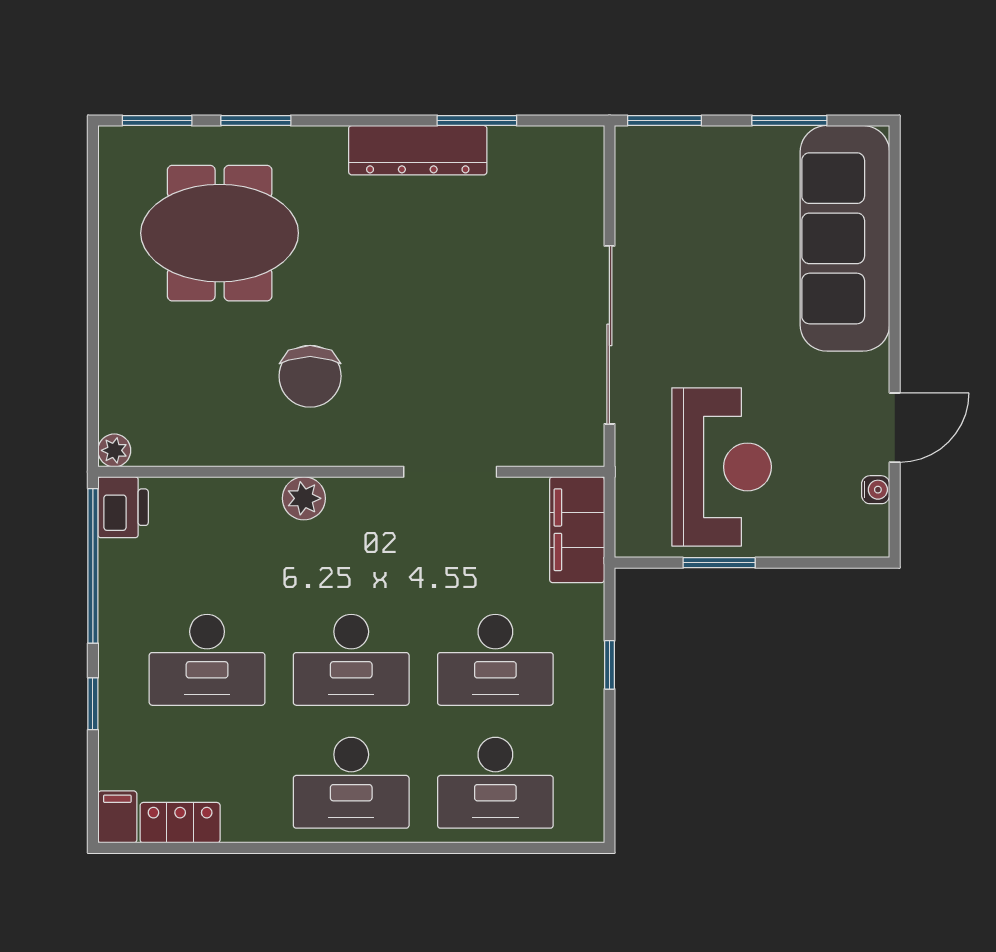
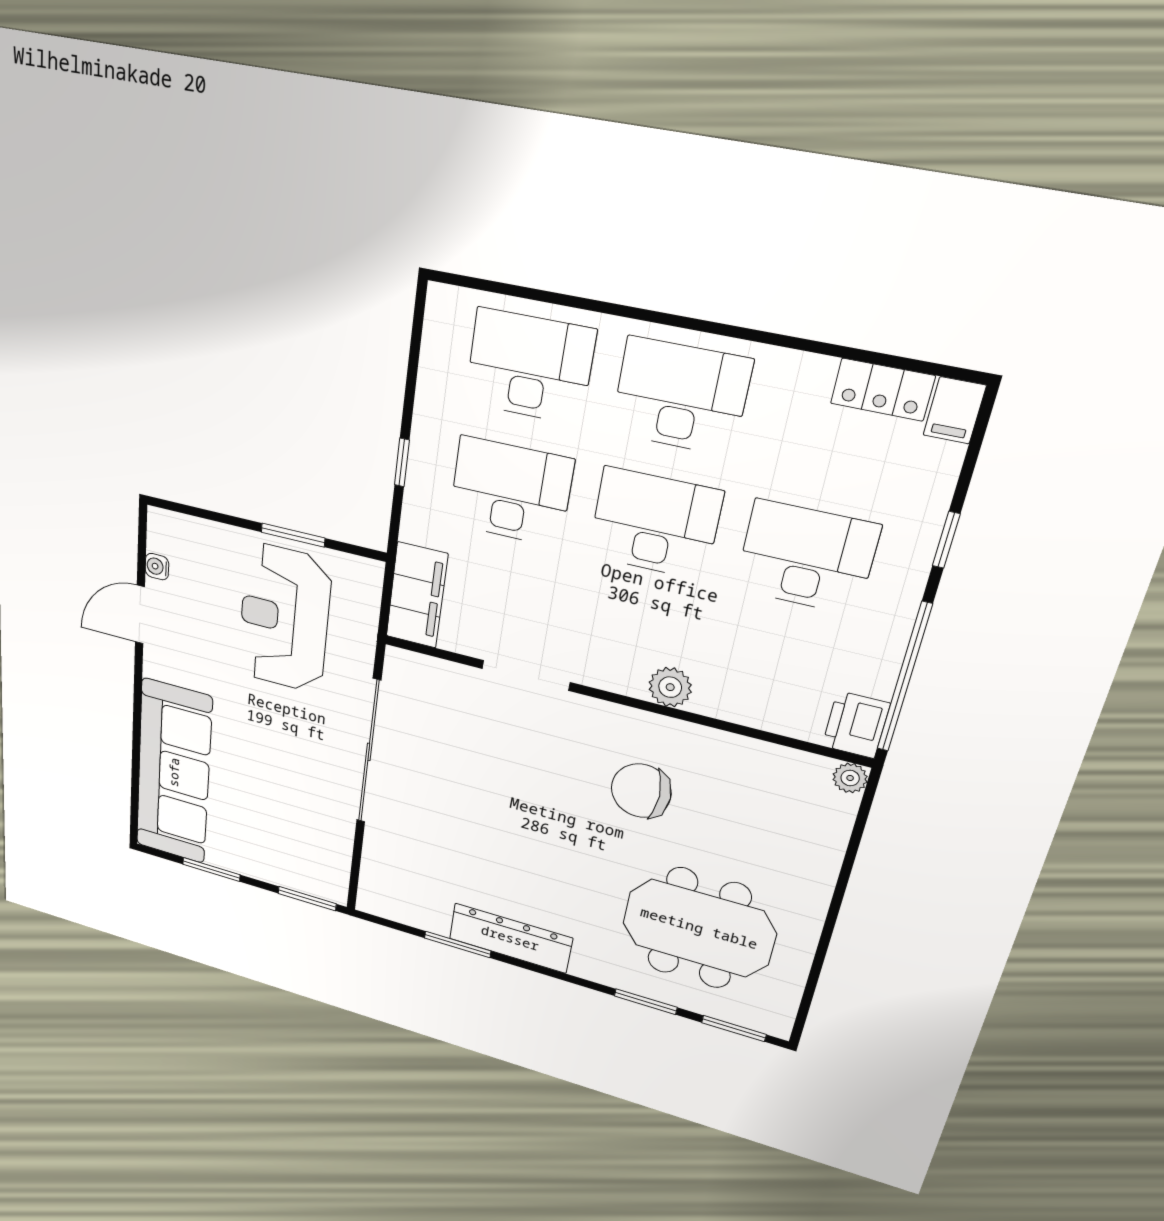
chair: (310, 376) -> (641, 791), turned -90

